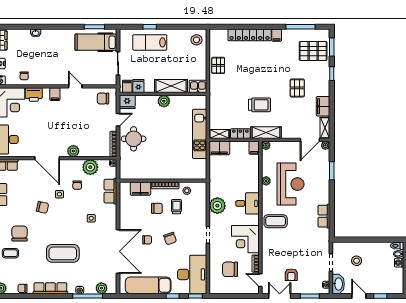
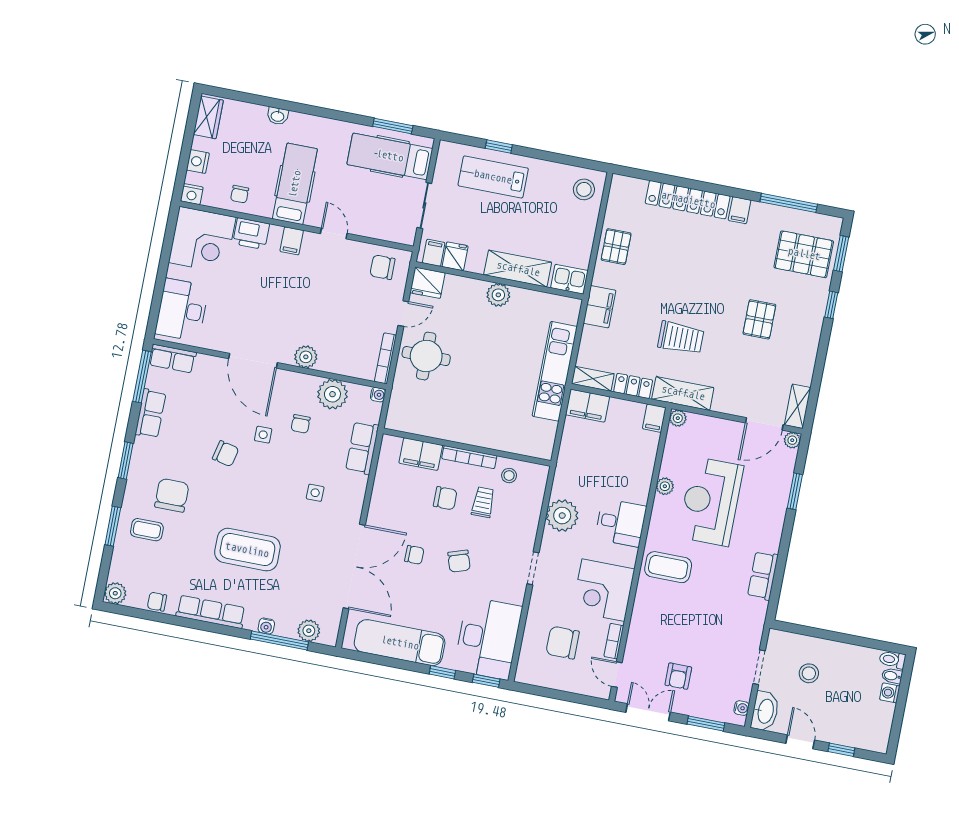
hospital bed: (51, 65) -> (295, 184), added
filing cabinet: (323, 106) -> (600, 307), moved, turned 180
reception desk: (291, 184) -> (711, 501), turned 180

